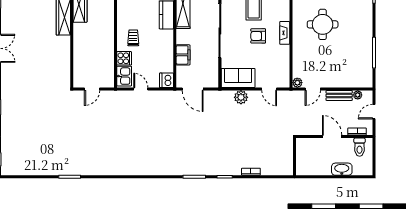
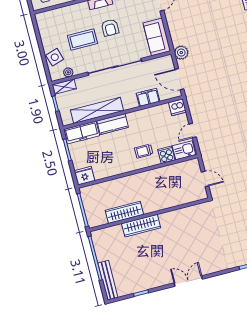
door: (193, 89) -> (179, 79), swing flipped
plant: (241, 97) -> (181, 53), moved

